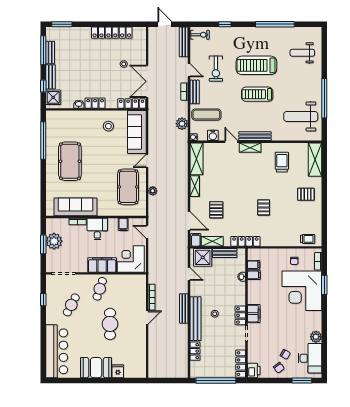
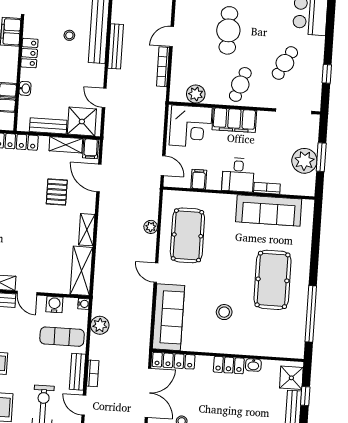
stool: (108, 126) -> (224, 312), moved
door: (147, 161) -> (156, 273), swing flipped
plant: (129, 281) -> (196, 94), added
locker: (240, 315) -> (29, 53), moved

